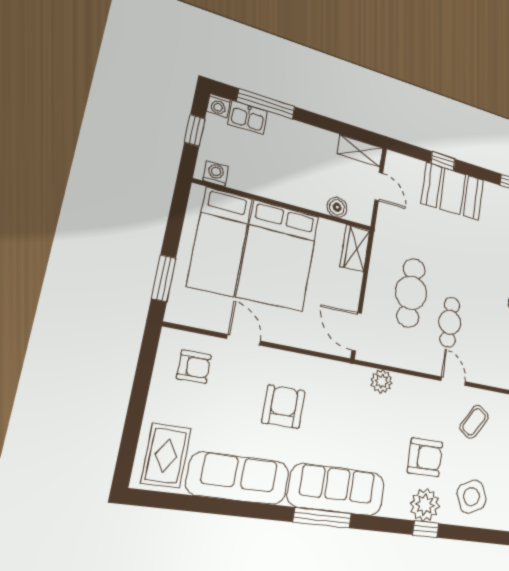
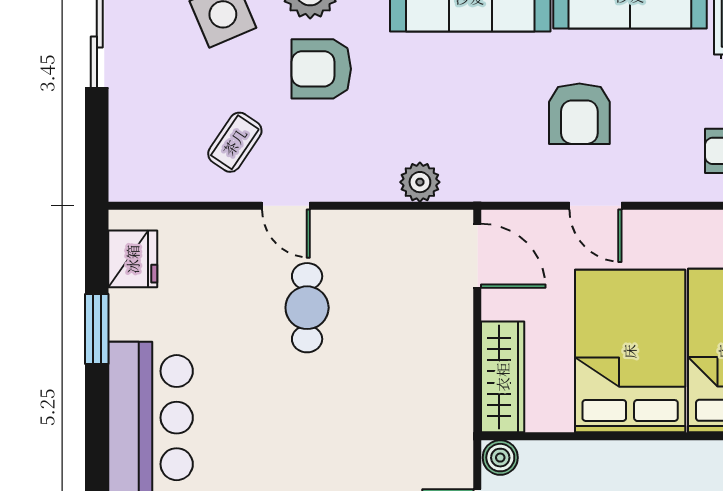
boiler: (337, 207) -> (500, 458), moved
wardrobe: (355, 248) -> (503, 377), width x1.50
cafe table: (411, 293) -> (389, 343), removed
door: (244, 340) -> (595, 206), moved

